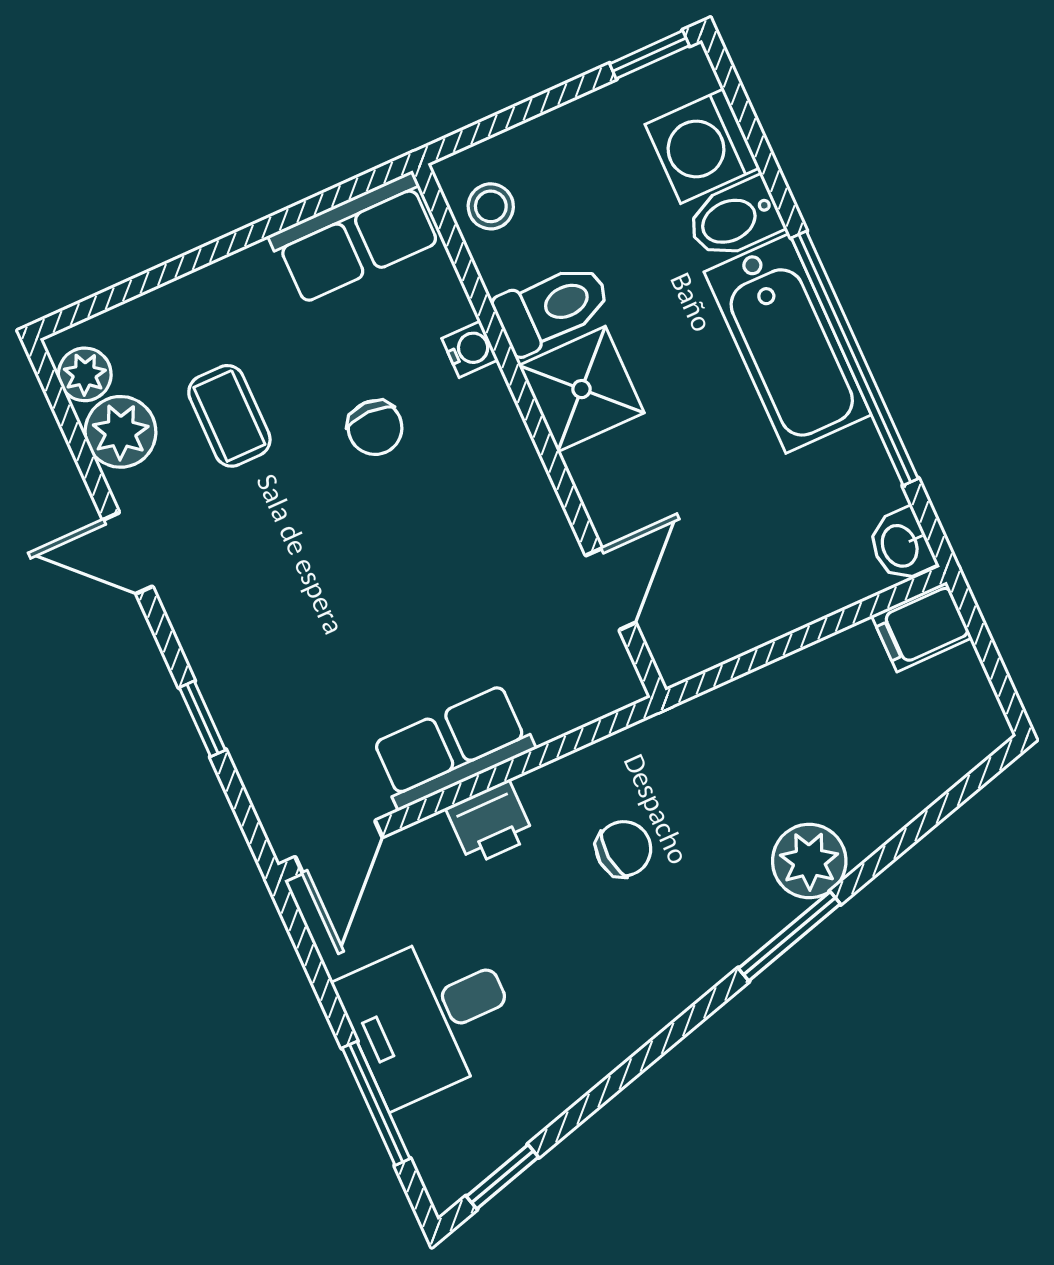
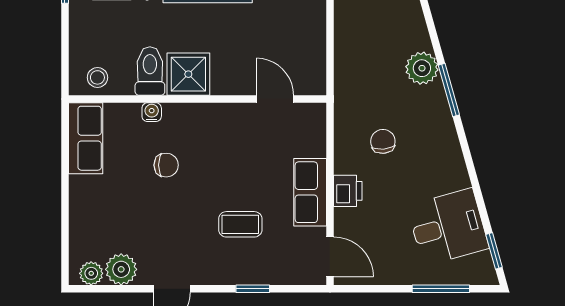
coffee table: (229, 416) -> (240, 224), moved
desk: (430, 1016) -> (448, 227), moved, turned -106

